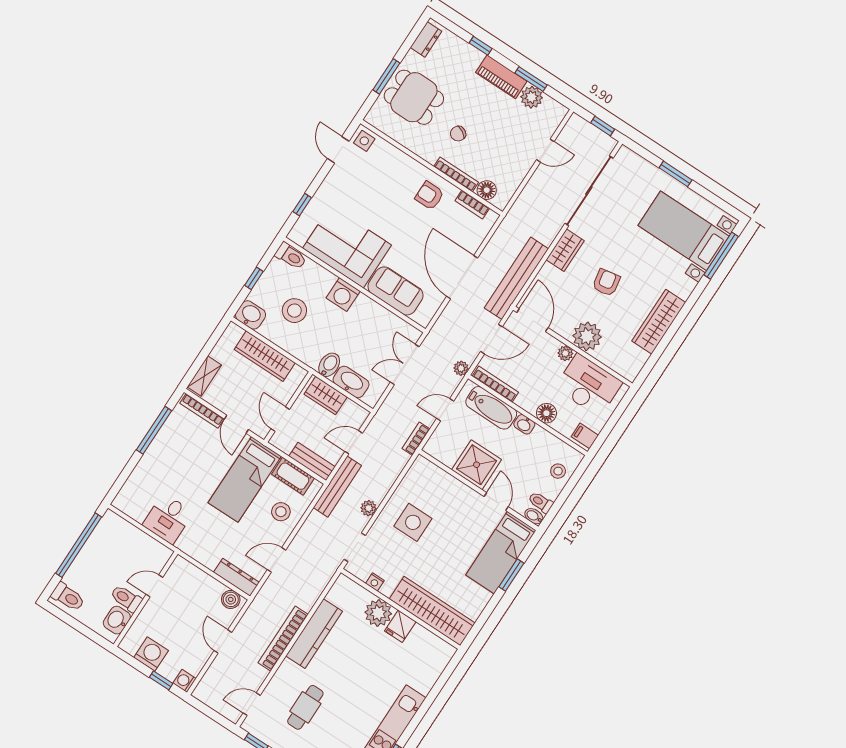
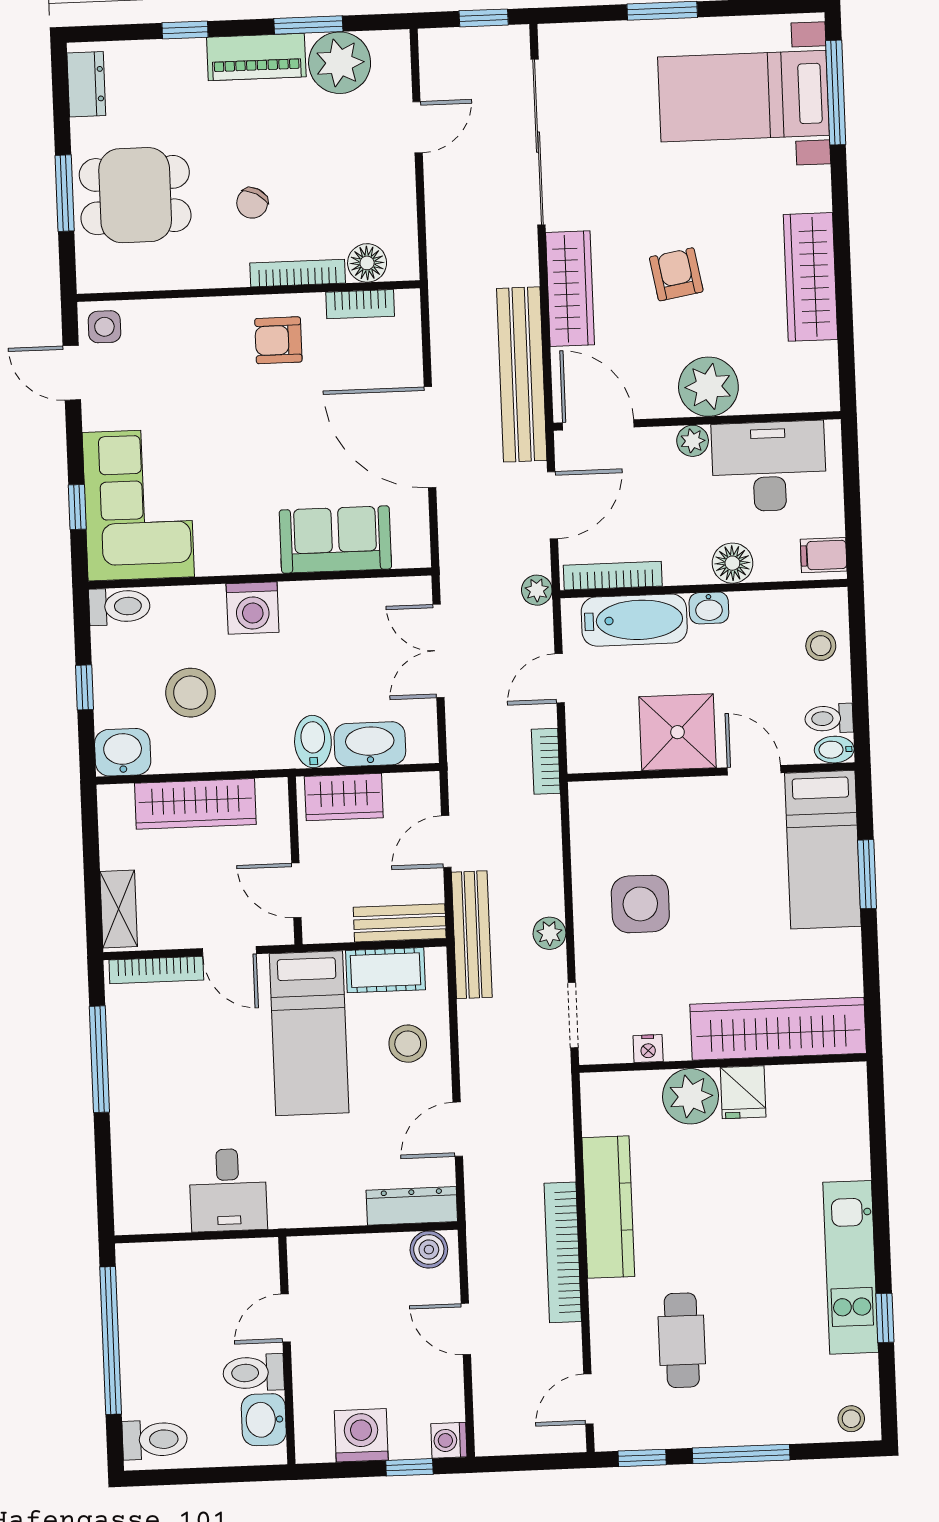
plant: (532, 97) -> (340, 63), width x1.36, depth x1.36
corner sofa: (347, 247) -> (138, 505), moved, turned 90
wardrobe: (565, 250) -> (570, 289), width x1.50

